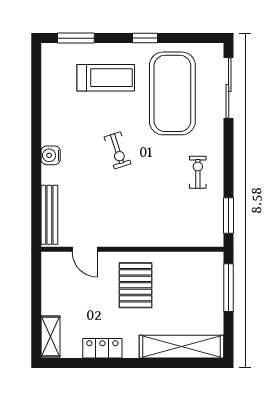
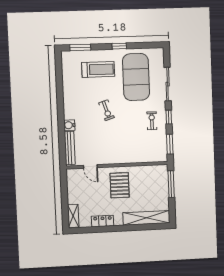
sliding door: (229, 88) -> (168, 84), moved
water cooler: (51, 155) -> (69, 125), moved
window: (229, 167) -> (169, 117), added

